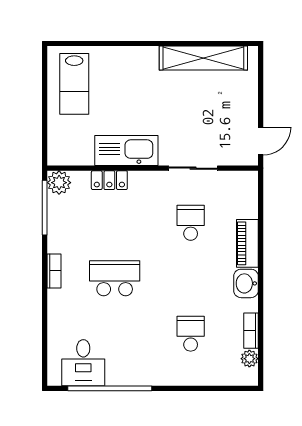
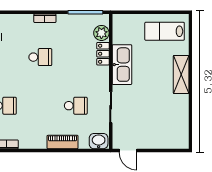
shelving: (203, 58) -> (181, 75), moved, width x0.68
plant: (59, 183) -> (101, 33), moved
school desk: (115, 278) -> (40, 57), width x0.54
washbasin: (246, 283) -> (99, 141), moved

